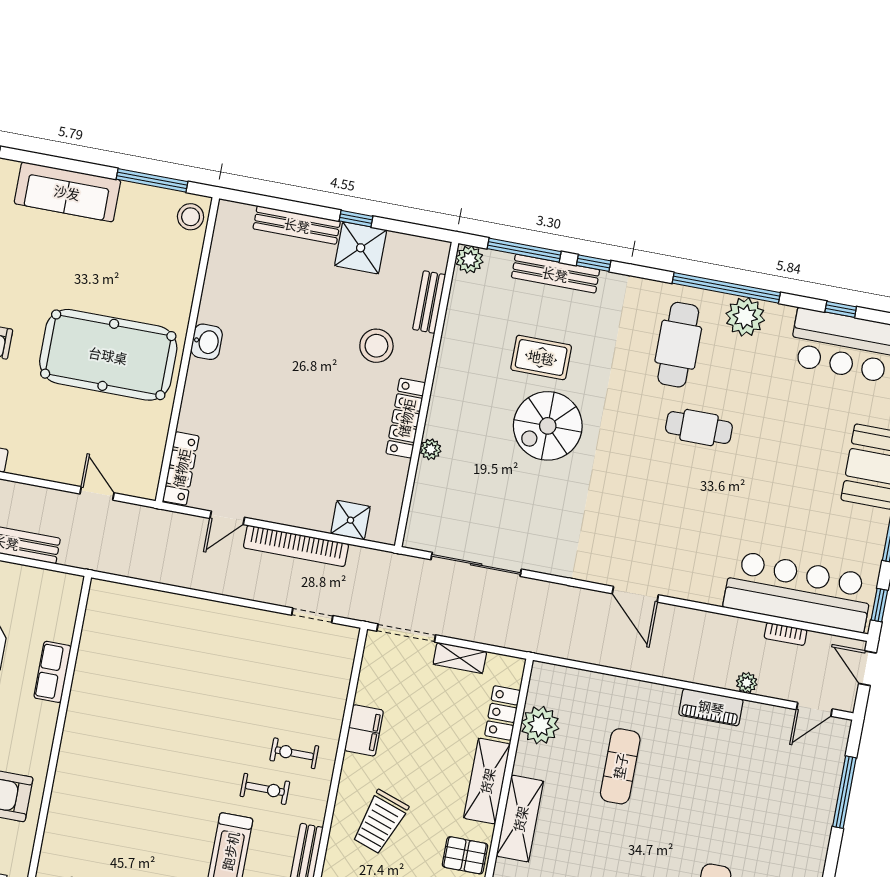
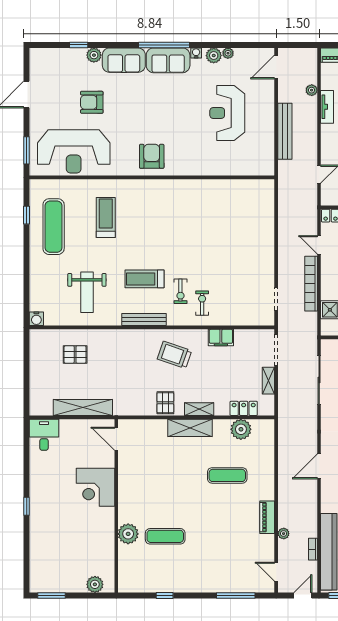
row of seats: (53, 672) -> (221, 168), removed
shelving: (487, 781) -> (199, 409), width x0.67, depth x0.75

